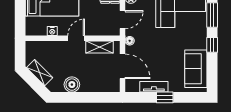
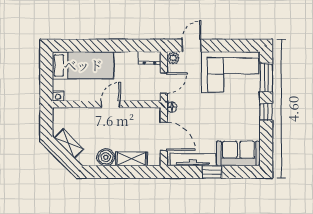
nightstand: (52, 31) -> (58, 96), moved
shelving: (100, 47) -> (131, 159), moved
sofa: (196, 69) -> (238, 153), moved, turned 90
tv unit: (154, 87) -> (193, 160), width x1.41

